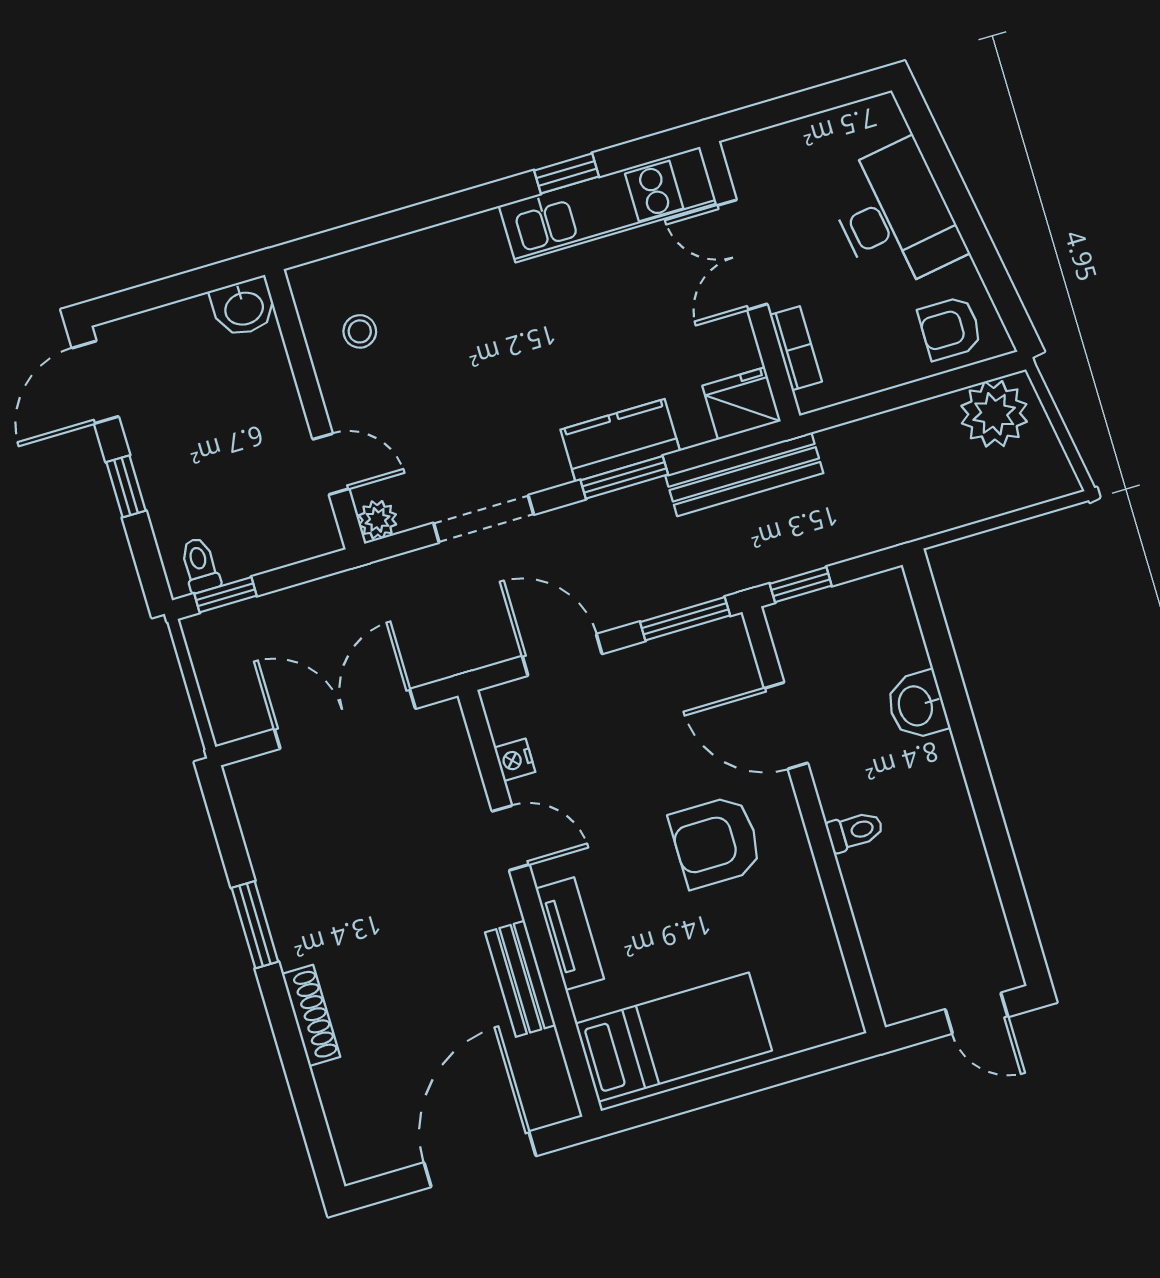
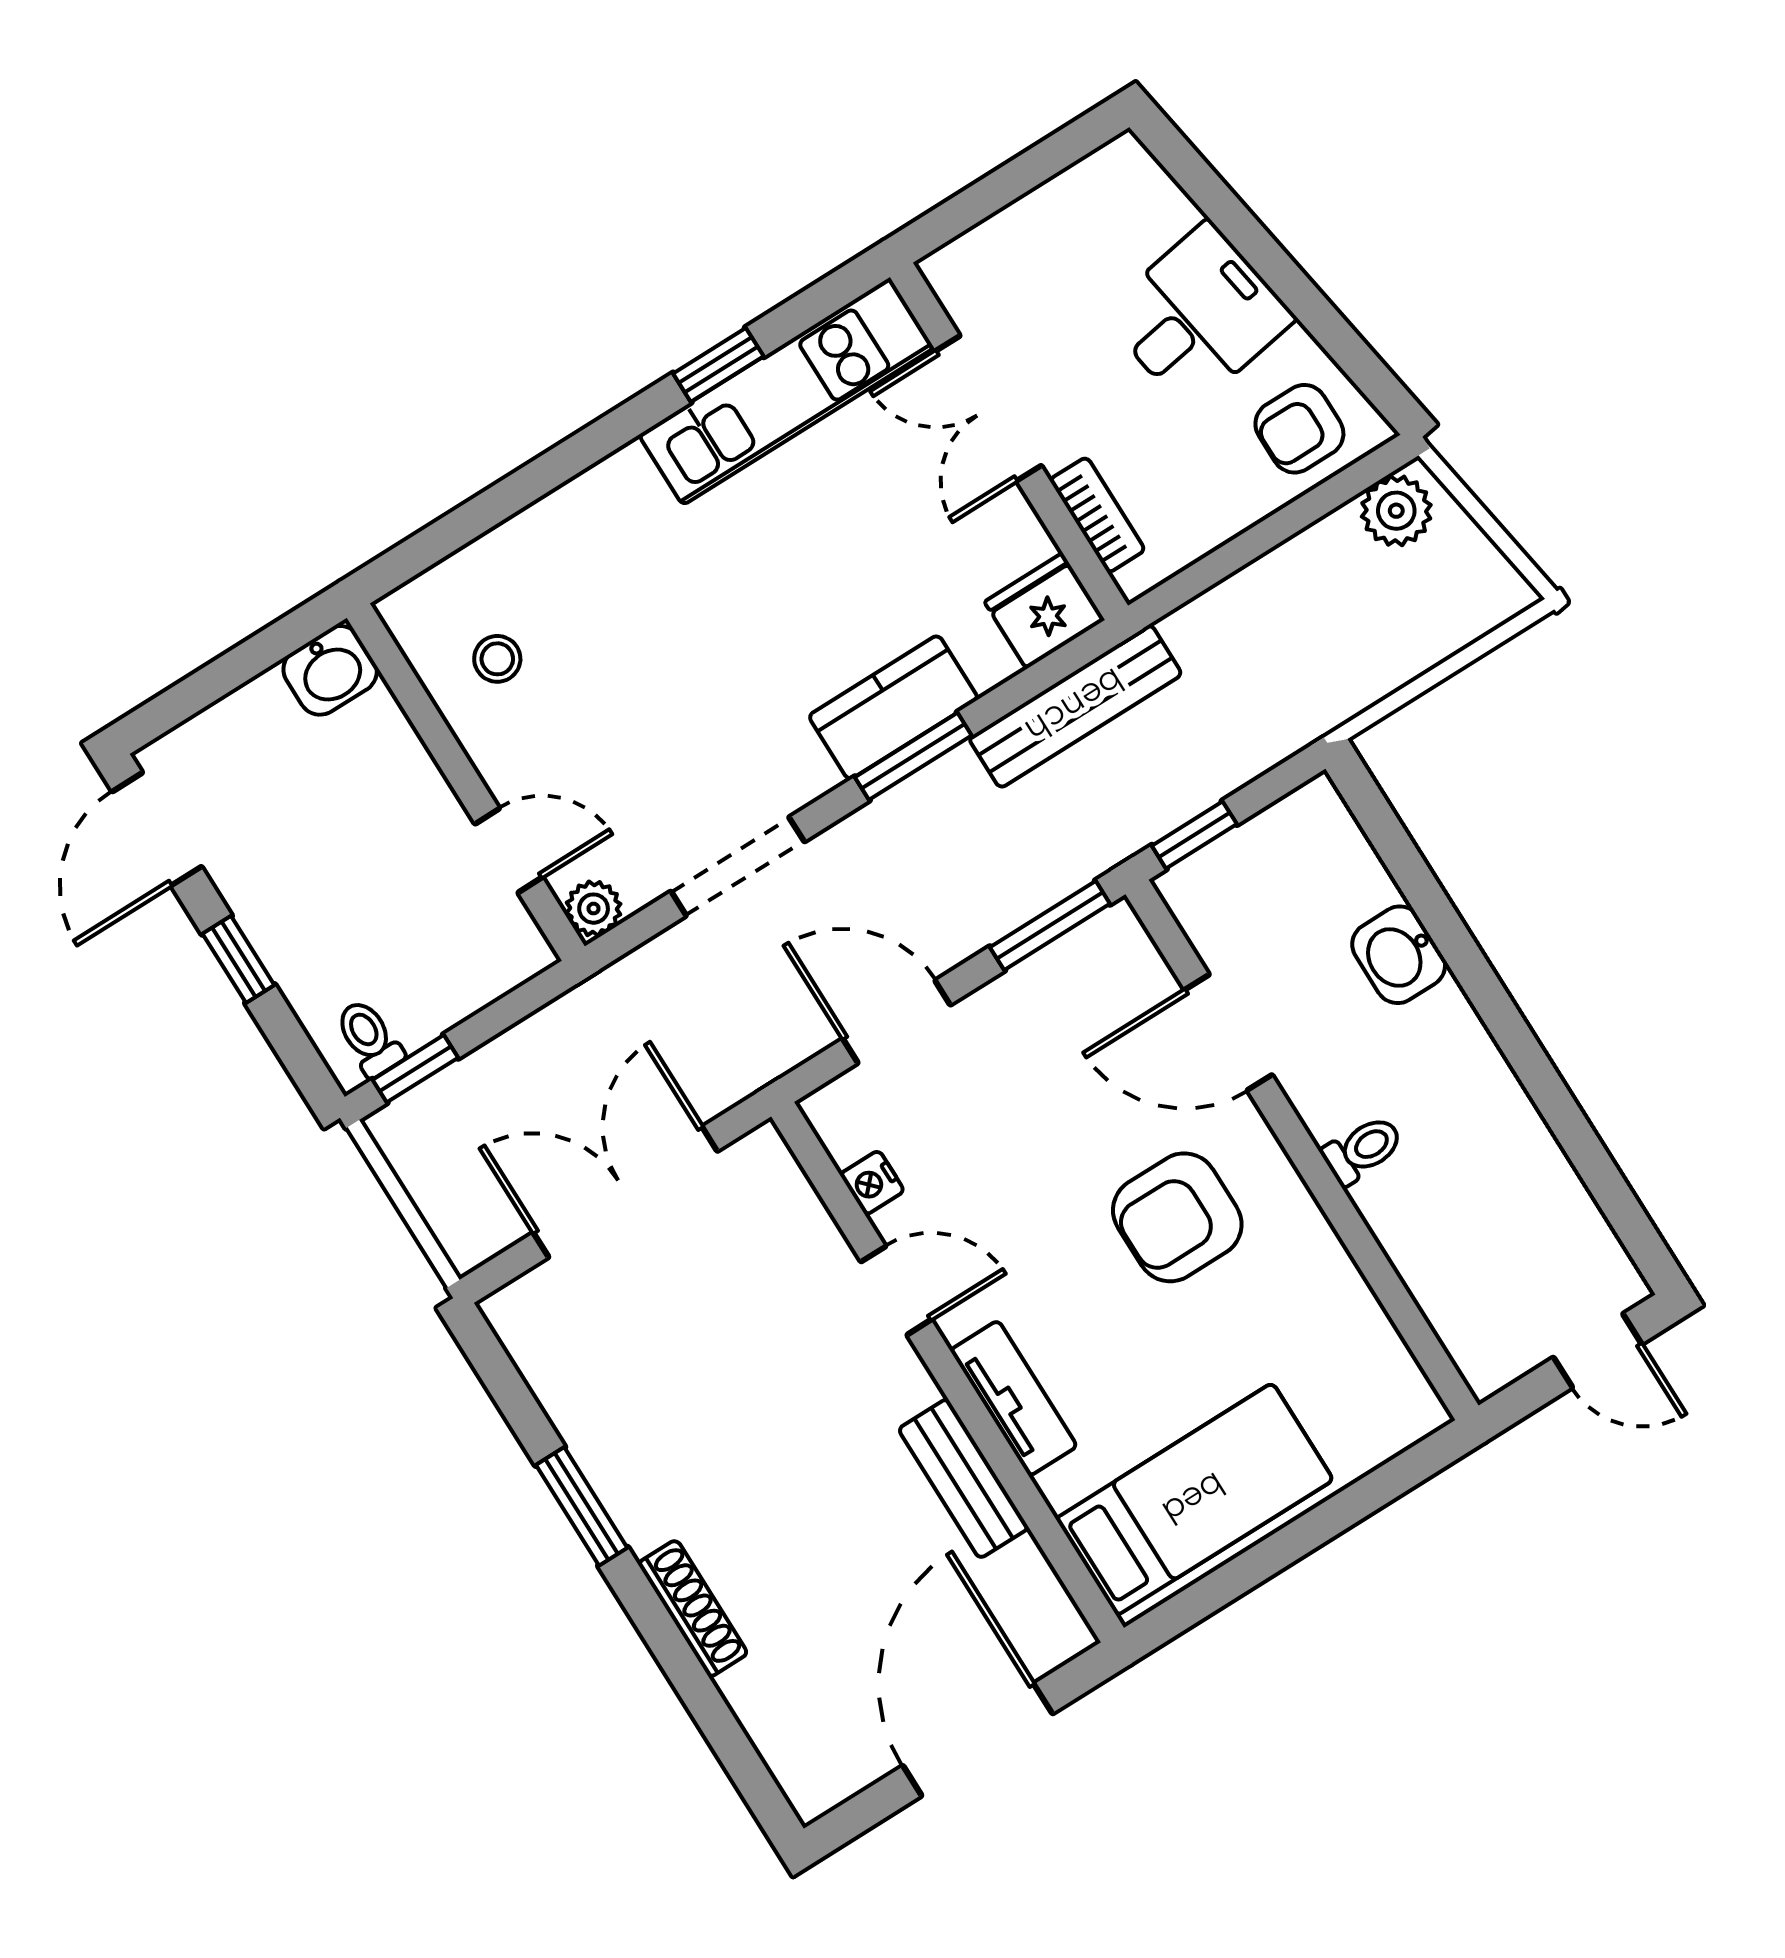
desk: (895, 216) -> (1198, 316), width x0.73
plant: (994, 414) -> (1396, 511), width x0.73, depth x0.73

